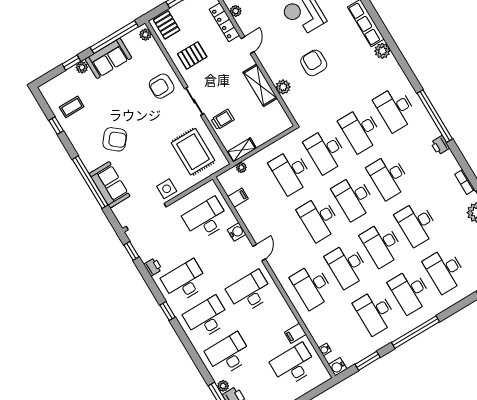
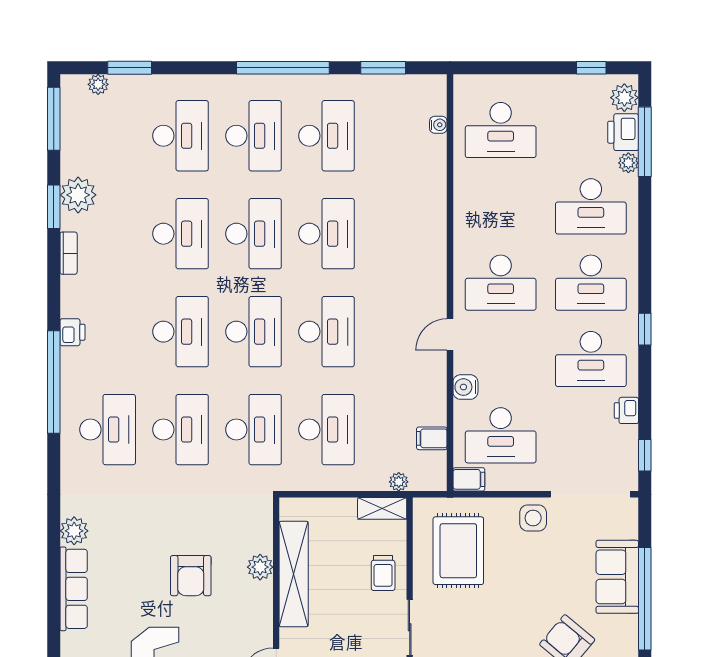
shelving: (260, 85) -> (294, 574), width x1.47
trolley: (223, 119) -> (383, 573), turned -90
desk: (312, 286) -> (399, 234), removed
filing cabinet: (295, 333) -> (469, 479), moved
water cooler: (338, 367) -> (435, 86), removed

